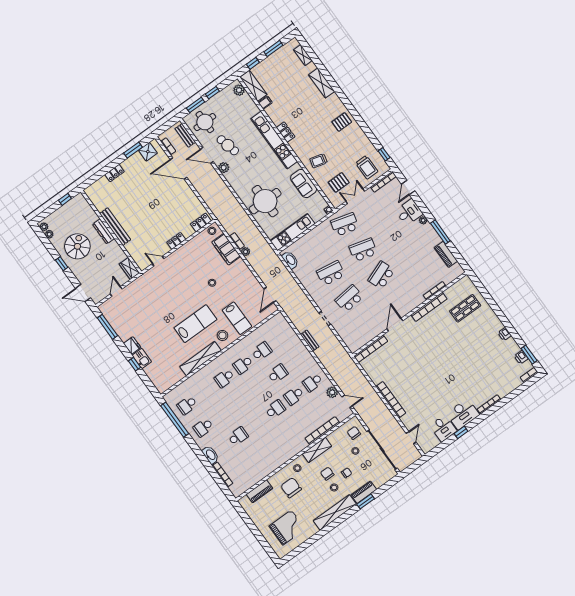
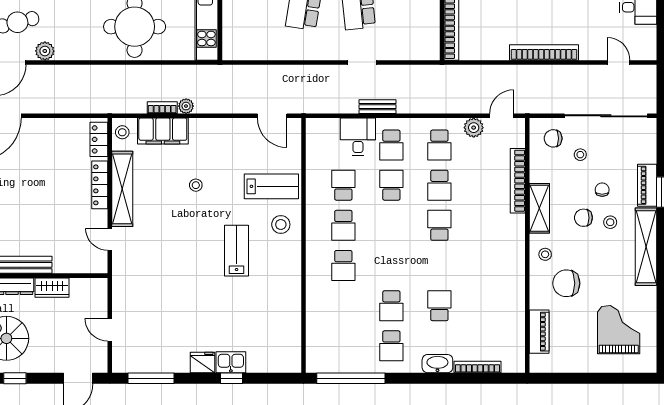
locker: (176, 241) -> (100, 185), width x1.53
washbasin: (290, 260) -> (243, 51), removed
door: (158, 261) -> (110, 239), hinge flipped
wardrobe: (129, 268) -> (52, 288), moved
lab bench: (195, 324) -> (237, 251), width x0.73, depth x0.72
desk: (289, 342) -> (358, 137), added
shelving: (200, 359) -> (122, 189), moved
school desk: (296, 360) -> (391, 145), added
school desk: (187, 405) -> (391, 306), moved

